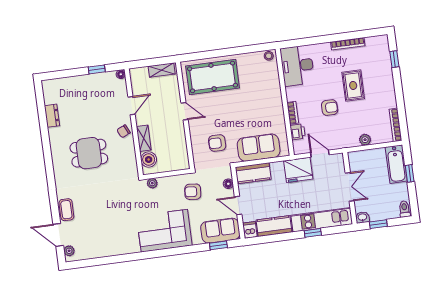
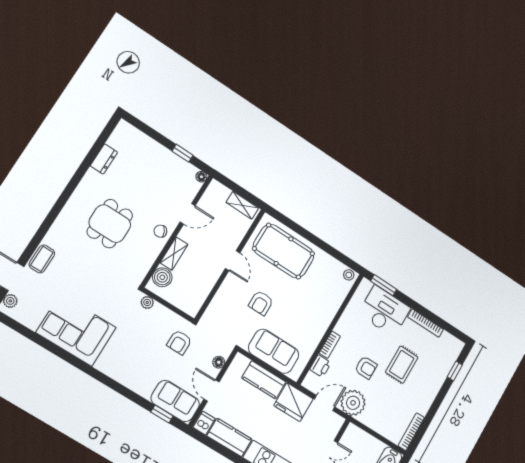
window: (298, 43) -> (384, 285), added
desk: (297, 66) -> (384, 311), moved, turned 90
plant: (365, 140) -> (353, 403), moved, width x1.88, depth x1.88
armchair: (217, 143) -> (261, 303), moved, turned -90
dining table: (89, 153) -> (110, 224), turned 90
door: (320, 154) -> (325, 403), hinge flipped
kitchen counter: (253, 173) -> (264, 380), moved
armchair: (193, 192) -> (179, 342), turned -95
corner sofa: (164, 231) -> (76, 330), moved

